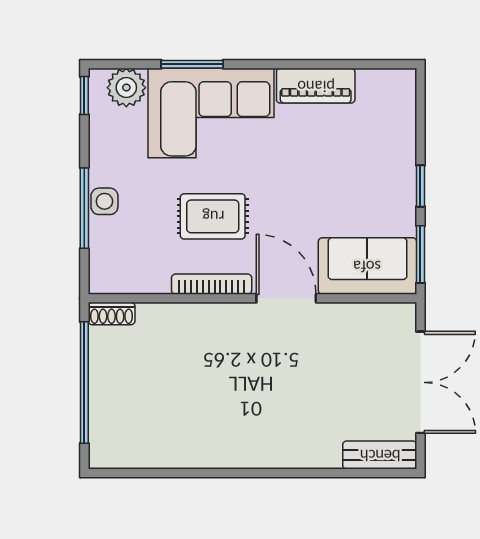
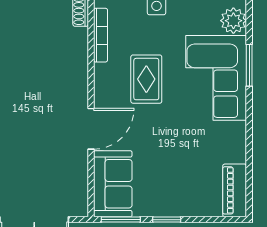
piano: (316, 86) -> (235, 190), moved
bookcase: (212, 284) -> (101, 35), moved

